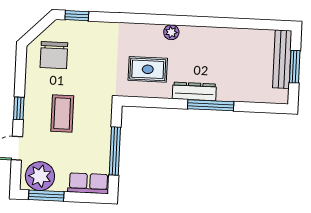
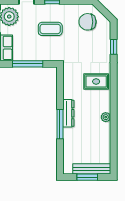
window: (77, 16) -> (114, 47), moved
plant: (171, 32) -> (106, 117), moved
rug: (148, 69) -> (96, 82), moved, turned 90

